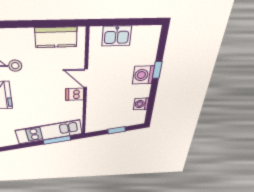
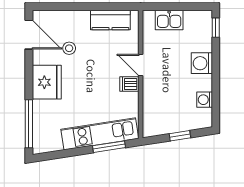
window: (157, 70) -> (216, 28), moved

